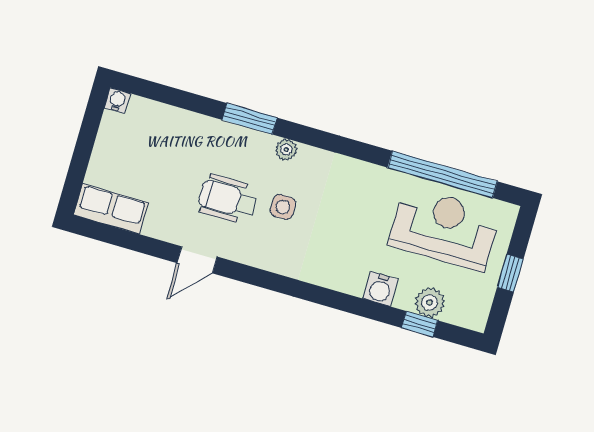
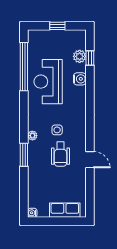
row of seats: (111, 209) -> (65, 210), moved, turned 90
reception desk: (444, 229) -> (48, 82), moved

